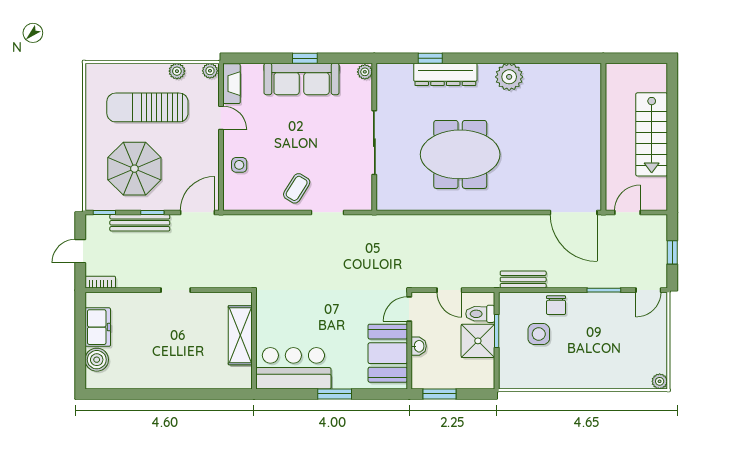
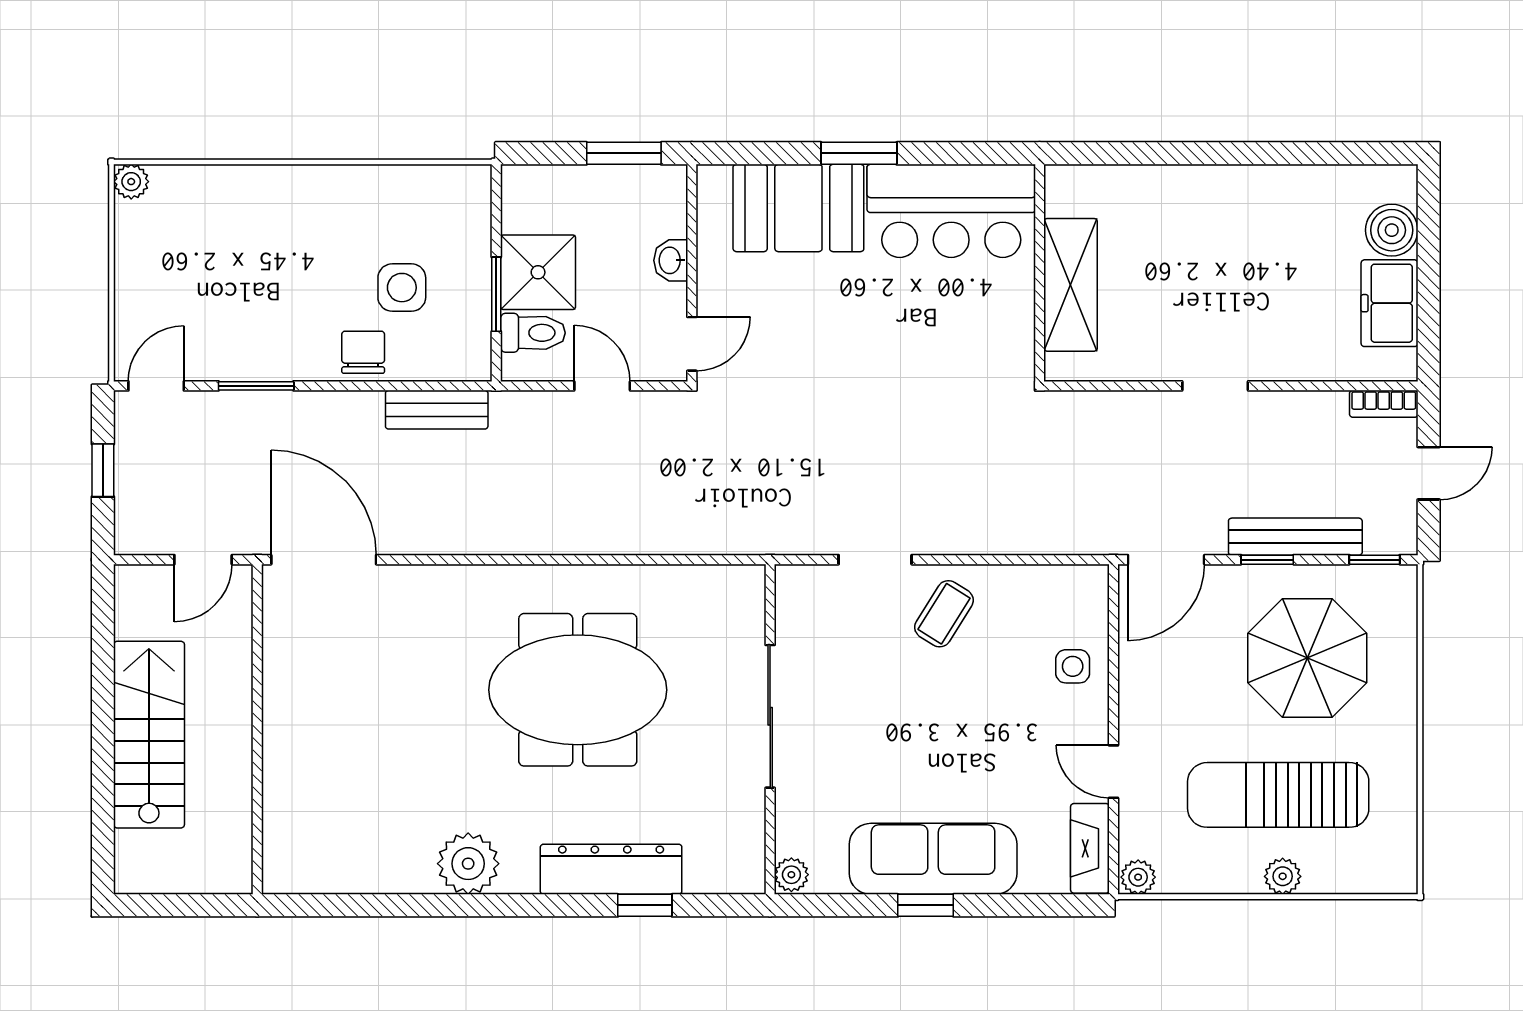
plant: (177, 71) -> (1283, 876), moved
sun lounger: (147, 107) -> (1278, 795), turned 180
booth: (388, 353) -> (798, 208), moved, turned 90

